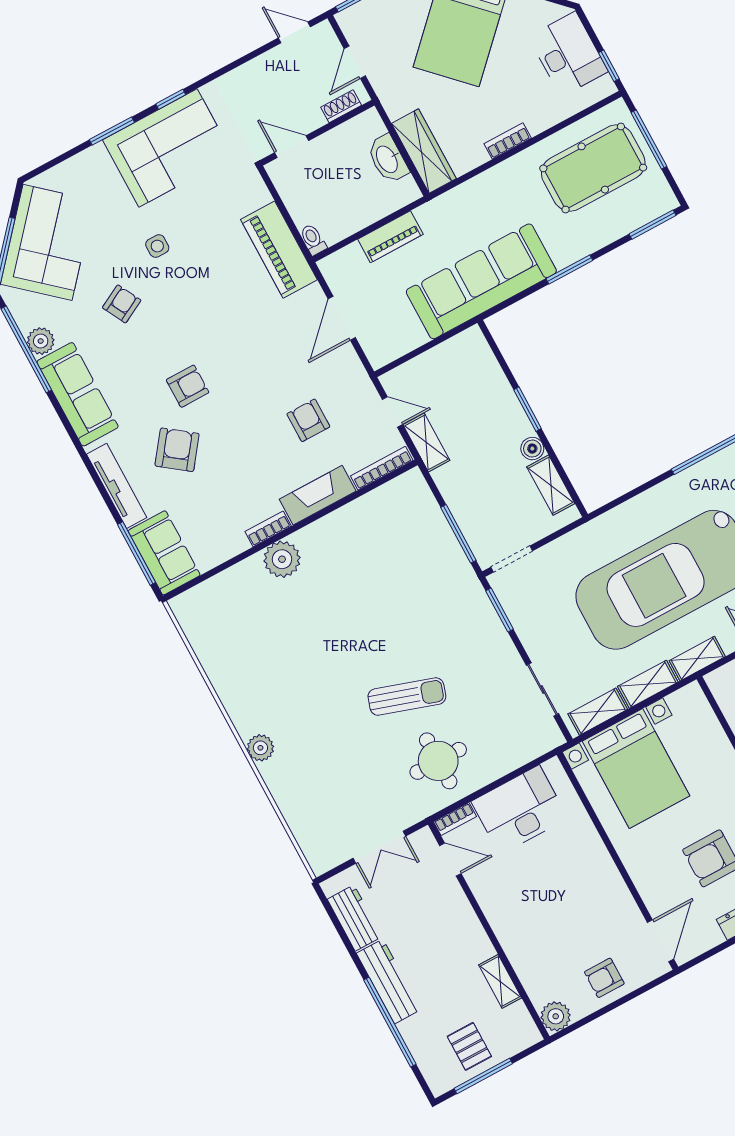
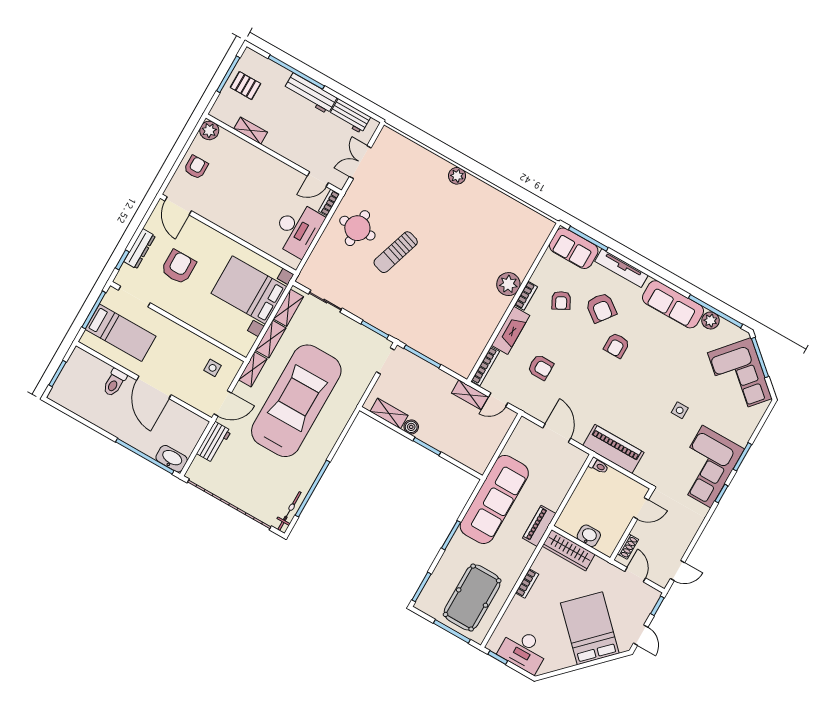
washbasin: (388, 159) -> (589, 536), width x0.72
piano: (390, 237) -> (539, 526), moved
armchair: (122, 304) -> (561, 300), moved

